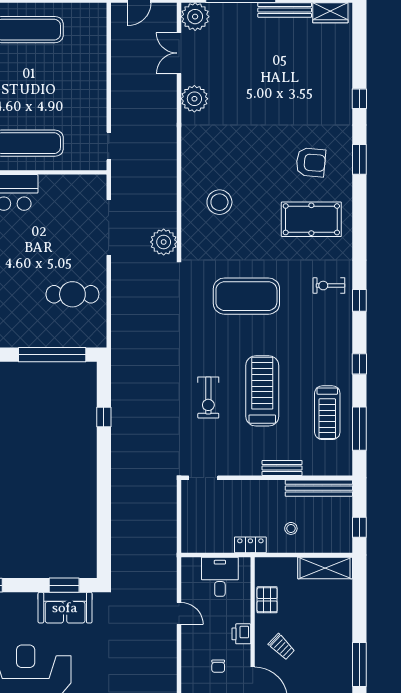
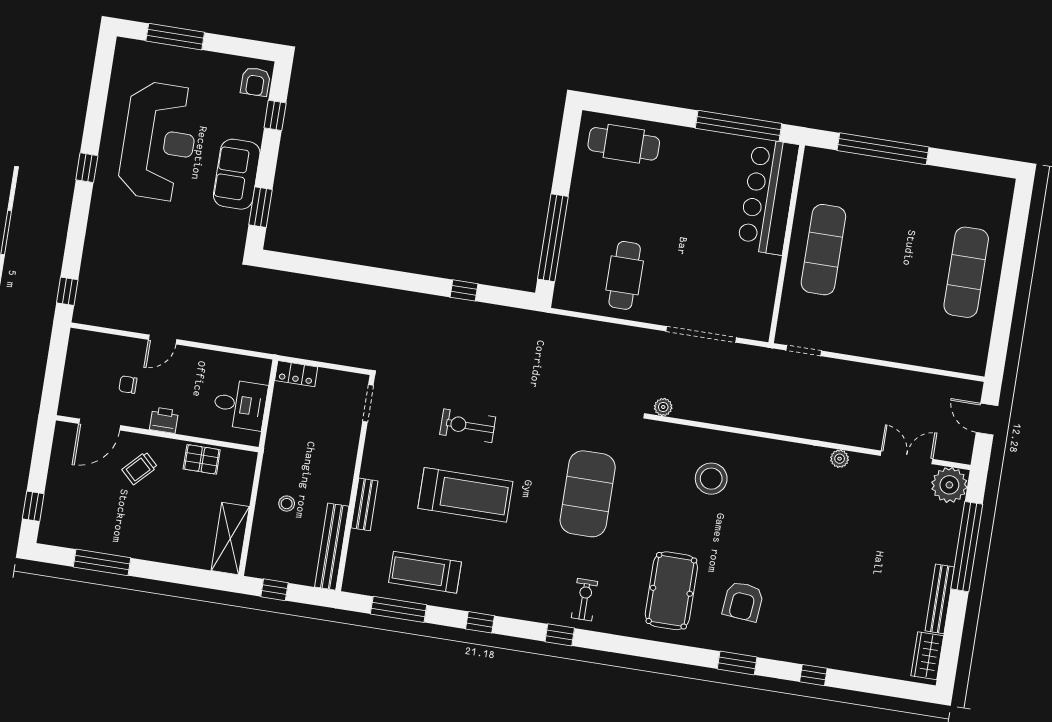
plant: (194, 99) -> (840, 459), width x0.53, depth x0.53
plant: (164, 242) -> (663, 407), width x0.53, depth x0.53
locker: (250, 545) -> (296, 374), moved, turned 90
sofa: (65, 608) -> (237, 174), moved
door: (179, 613) -> (163, 339), moved

